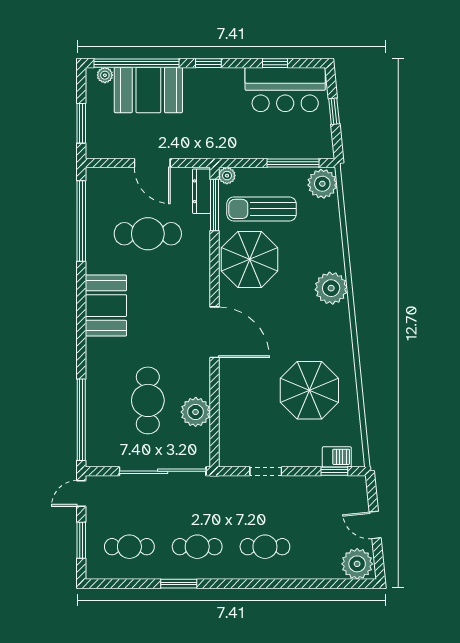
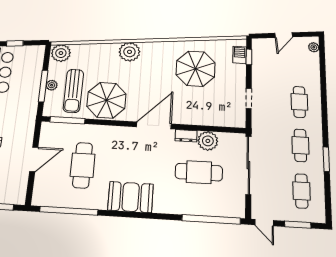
window: (293, 163) -> (43, 86), moved
plant: (227, 176) -> (52, 85), moved
dresser: (201, 191) -> (186, 136), moved, width x0.70
plant: (357, 564) -> (314, 47), width x0.53, depth x0.53

